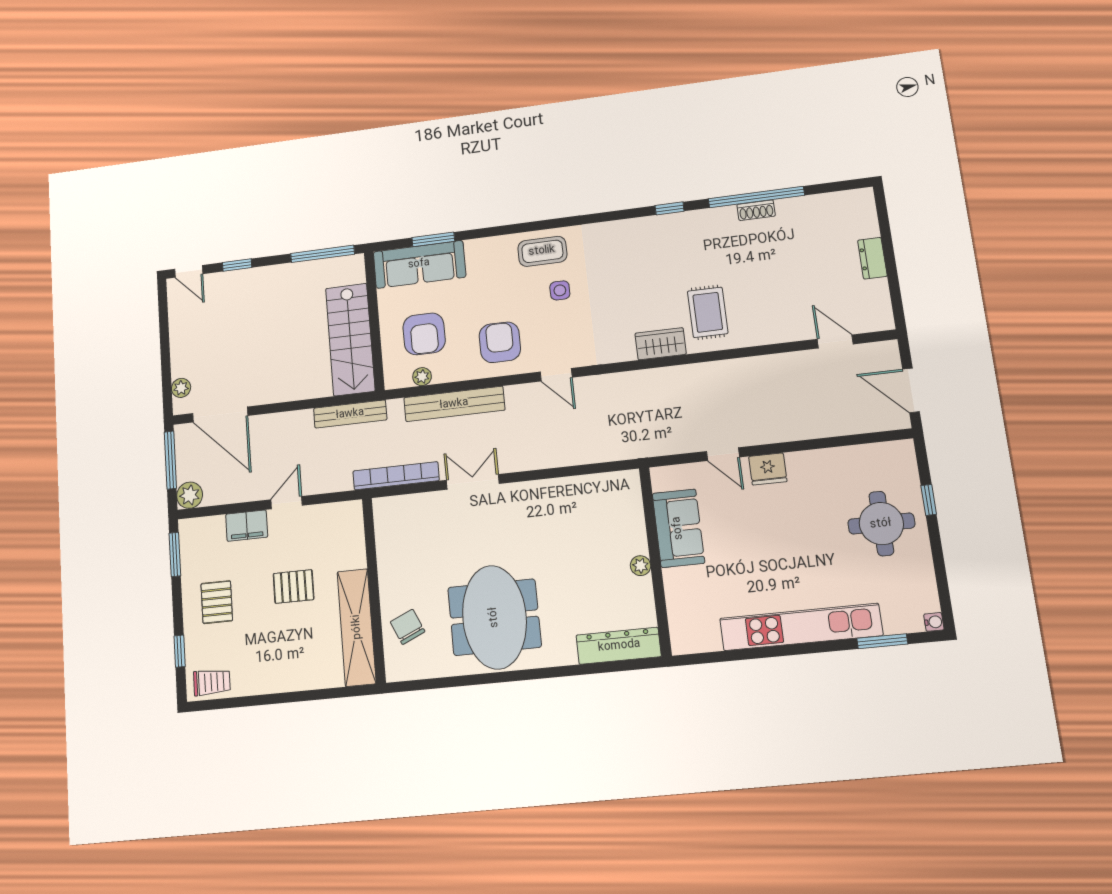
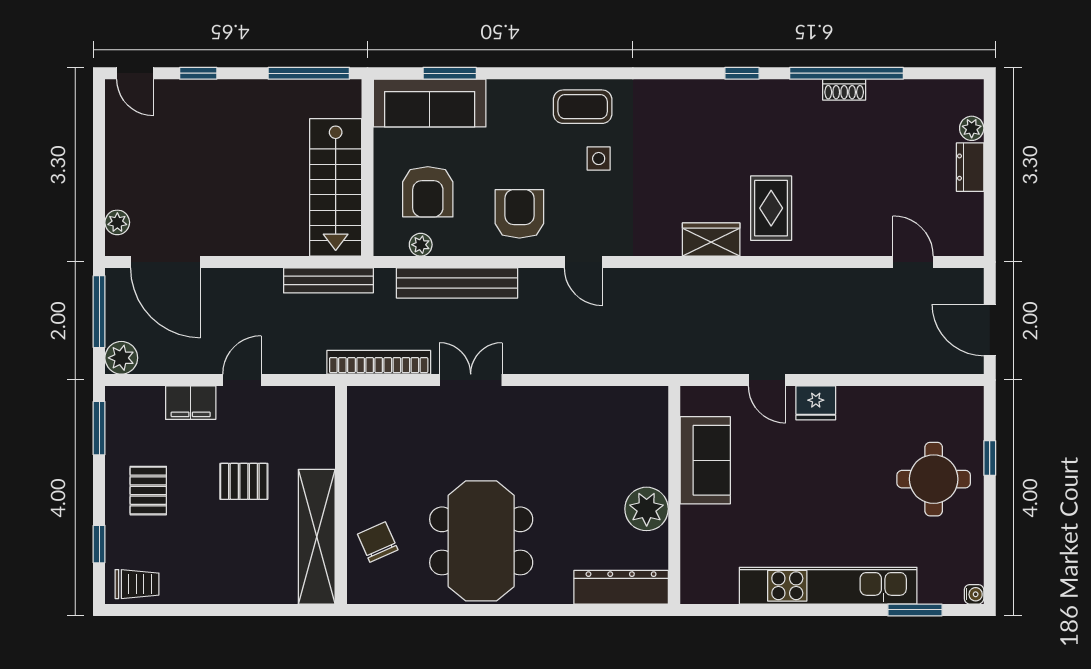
plant: (869, 227) -> (972, 128), added
plant: (640, 566) -> (647, 509), width x1.88, depth x1.88

